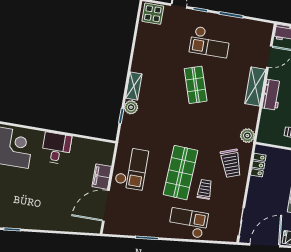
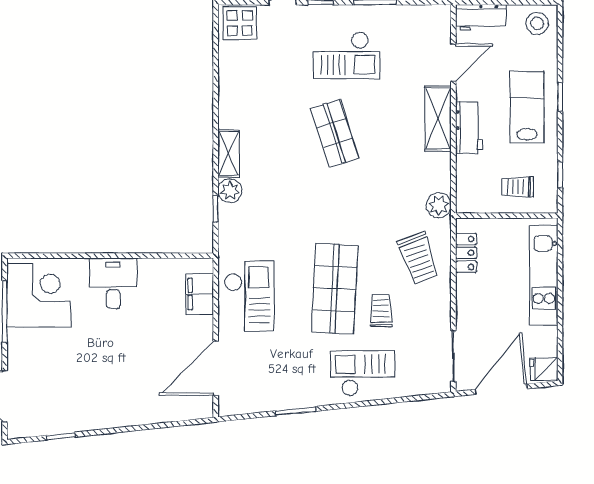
filing cabinet: (102, 177) -> (200, 294), moved

